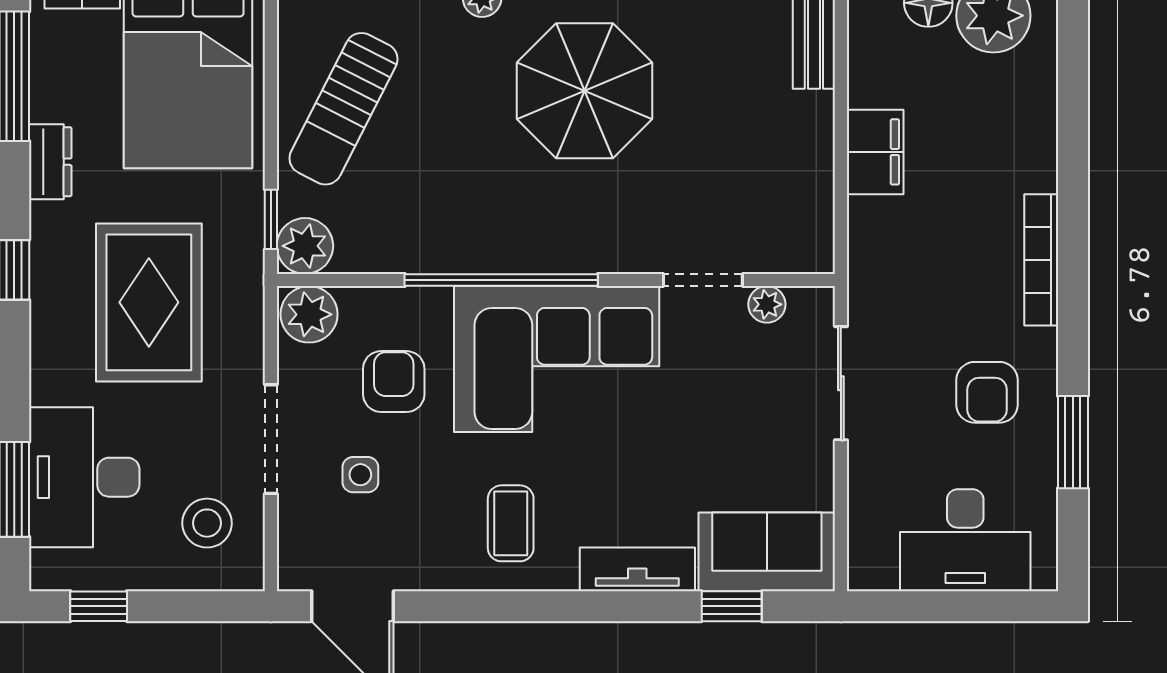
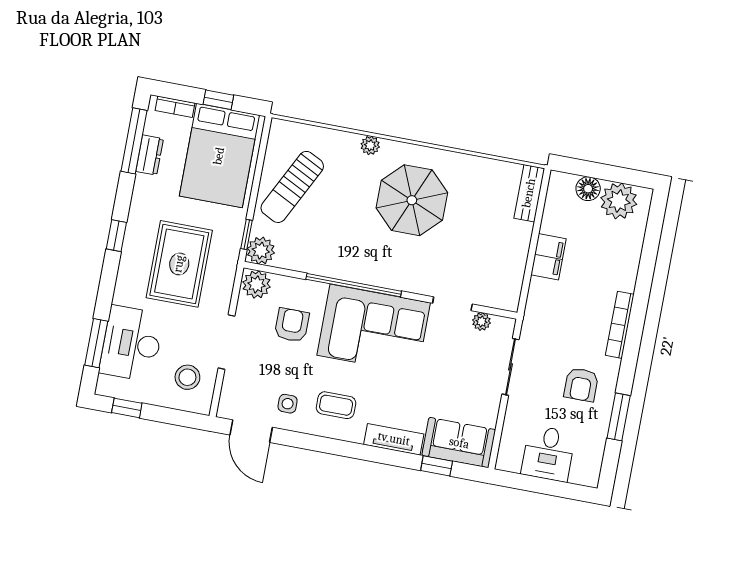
dresser: (50, 162) -> (150, 155), moved
side table: (360, 475) -> (288, 404), moved
coffee table: (511, 523) -> (336, 405), turned 90
desk: (965, 540) -> (548, 453), width x0.73

